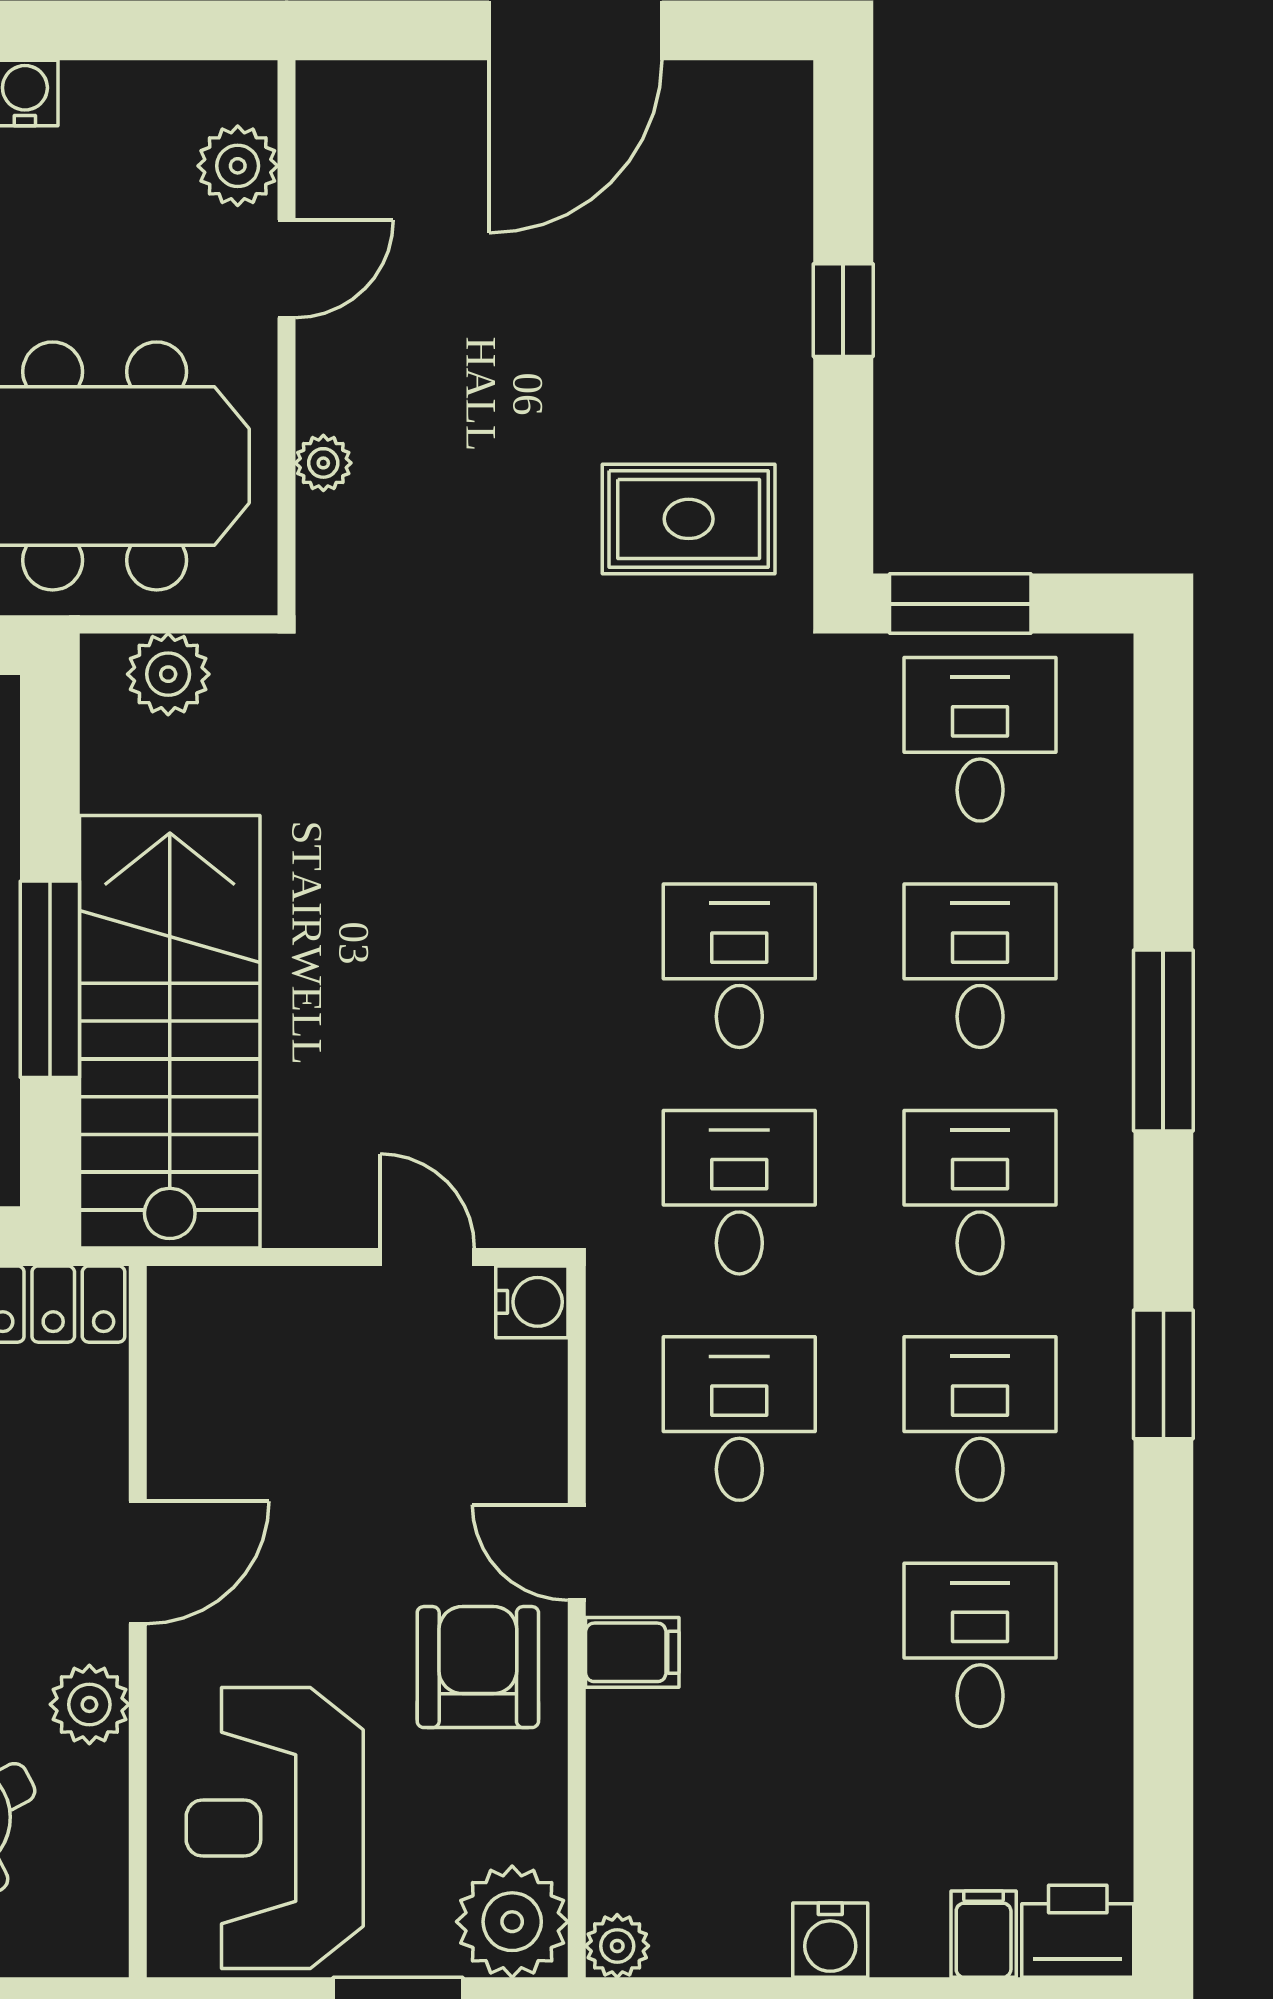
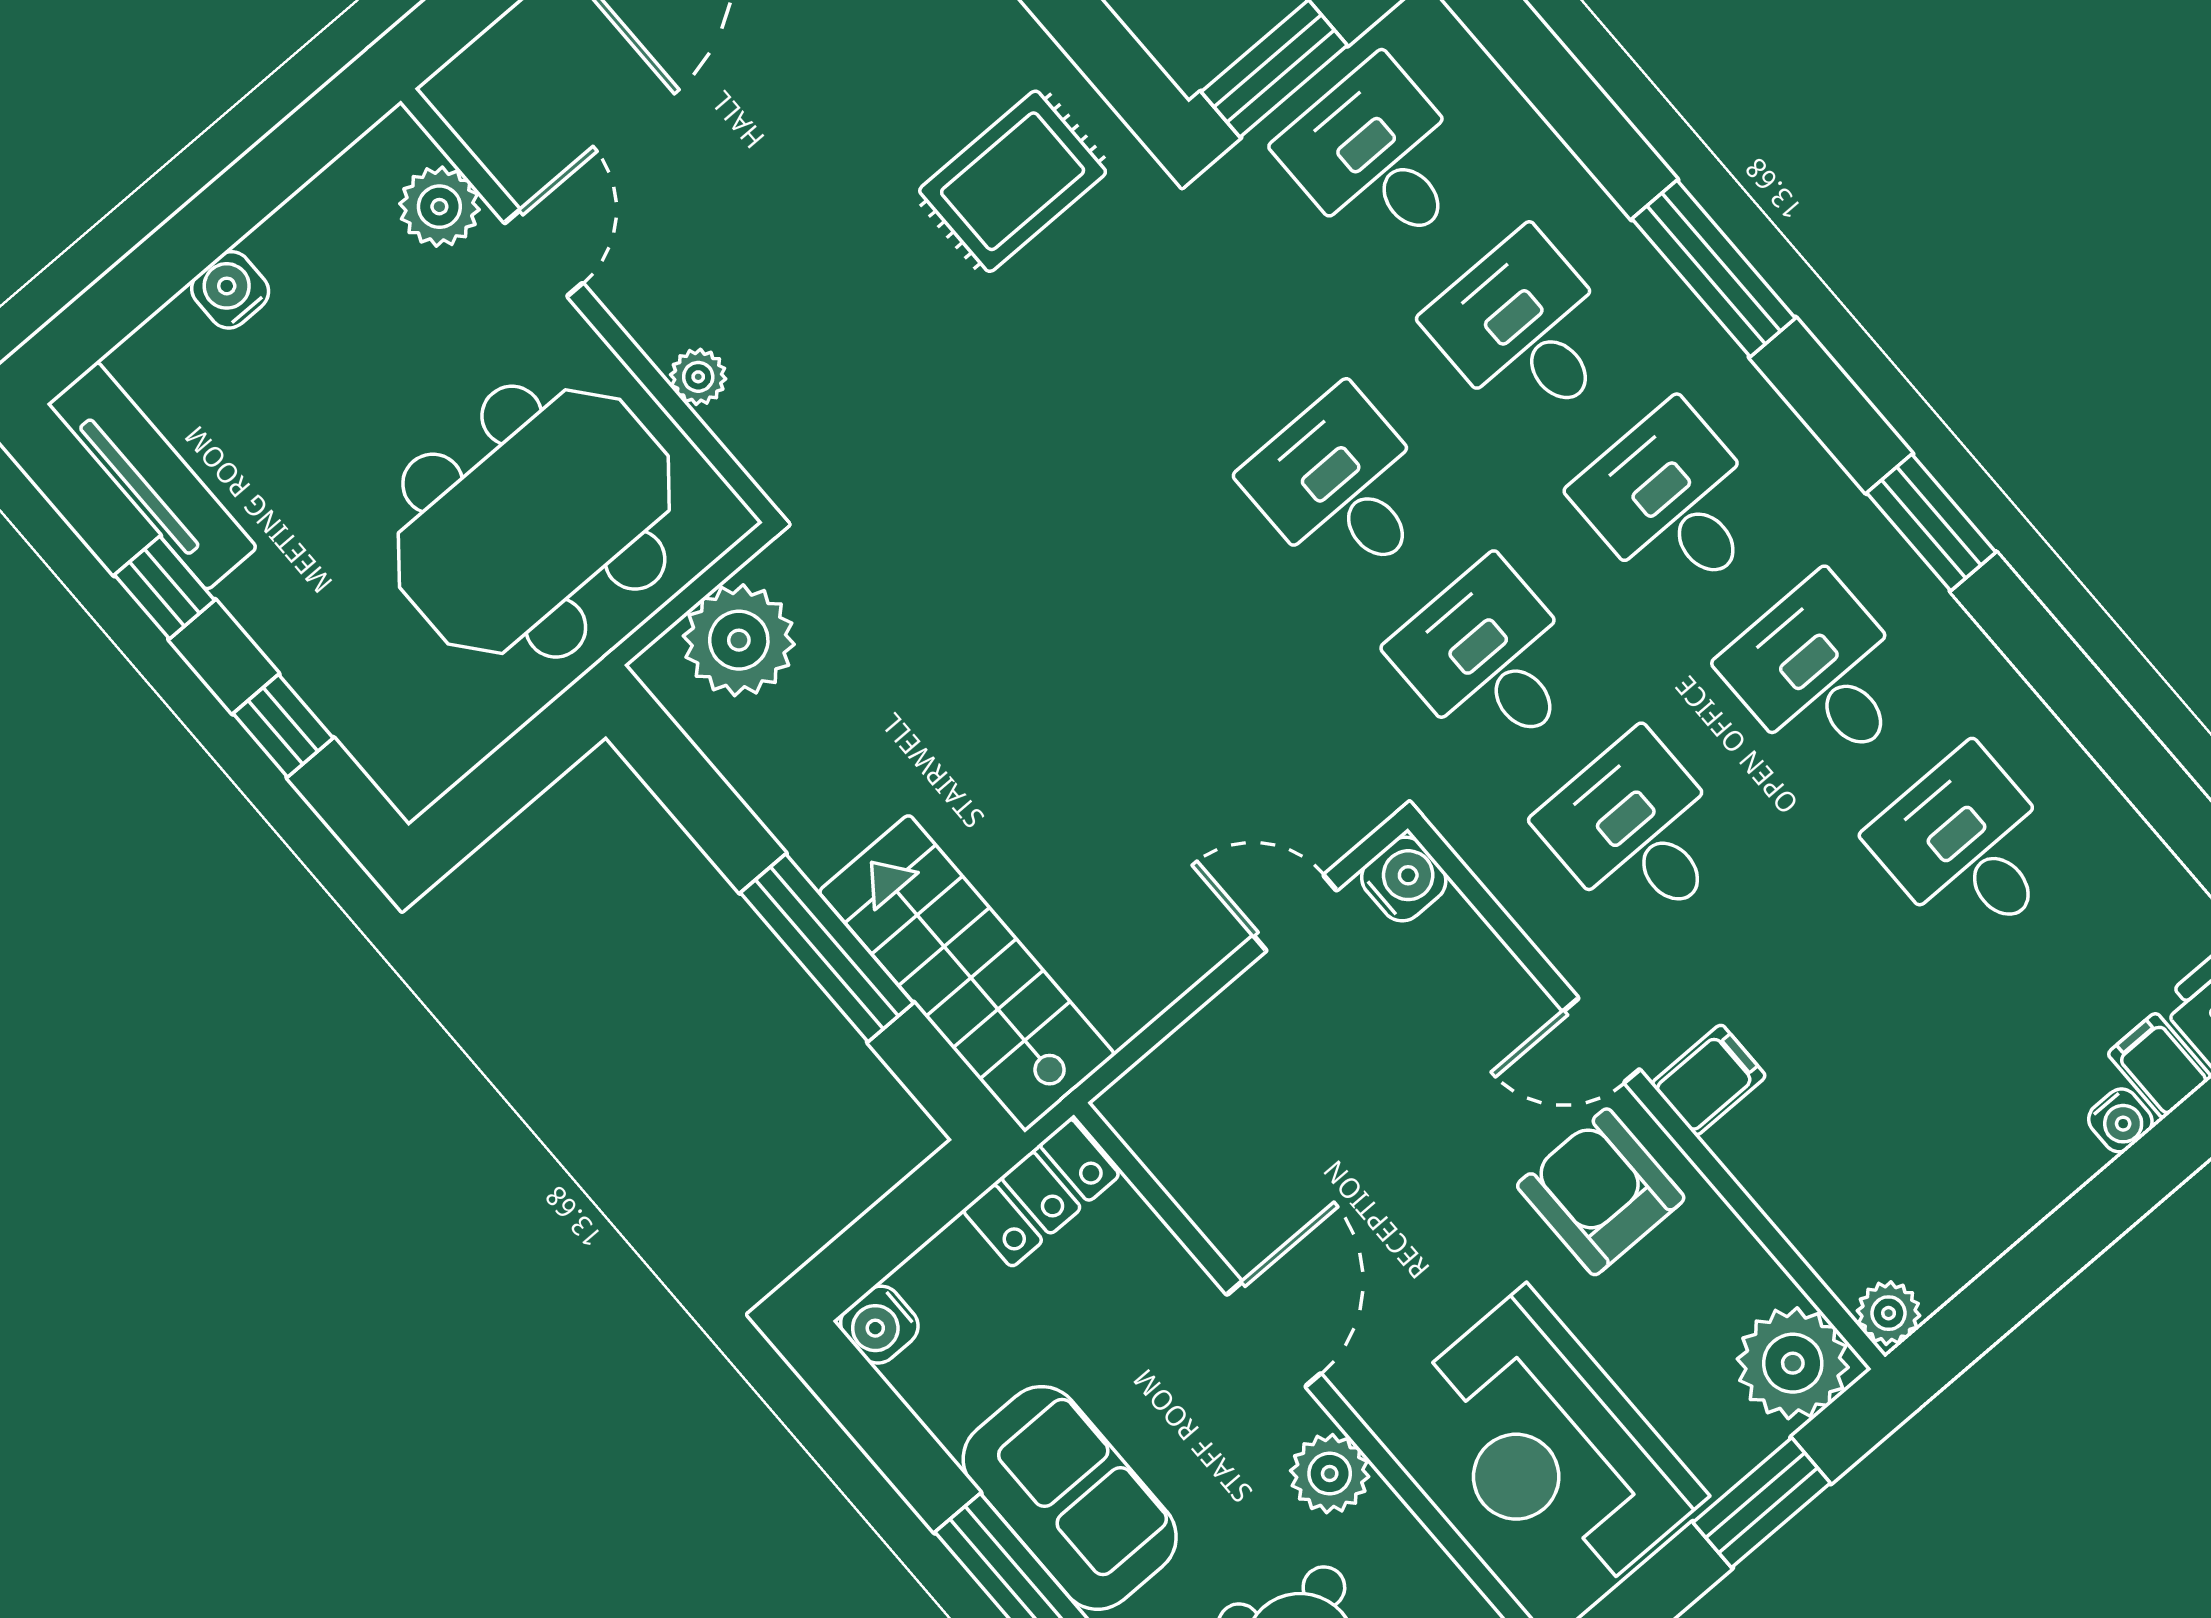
plant: (168, 674) -> (739, 640), width x1.36, depth x1.36
stairs: (170, 1032) -> (967, 973), width x0.73, depth x0.66
water cooler: (830, 1940) -> (2120, 1120), moved, width x0.72, depth x0.72

